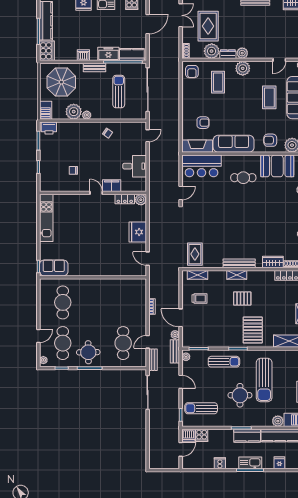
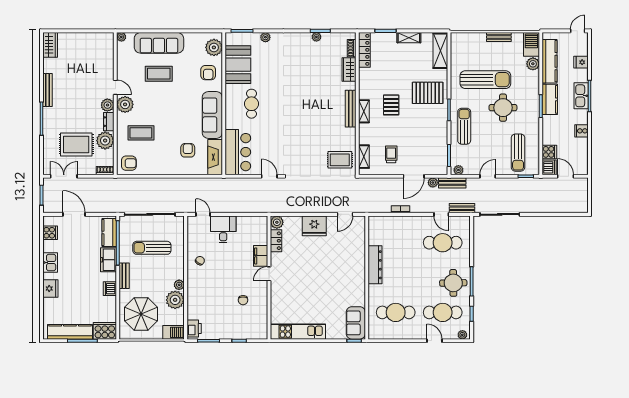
door: (279, 60) -> (115, 87), moved
desk: (135, 166) -> (223, 229), moved
dresser: (104, 285) -> (375, 265), added

